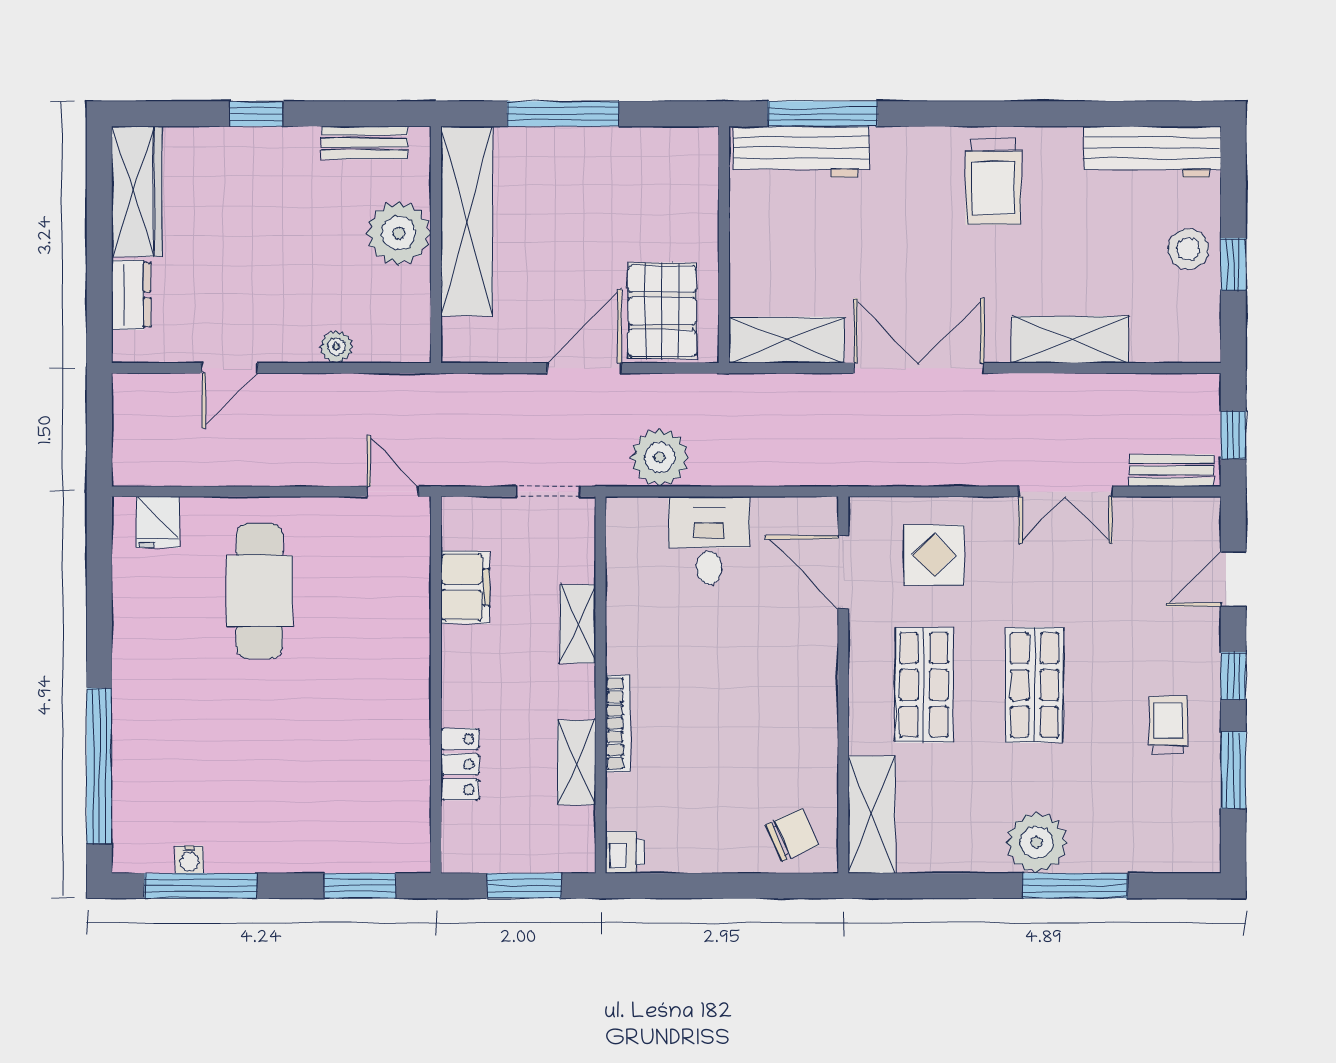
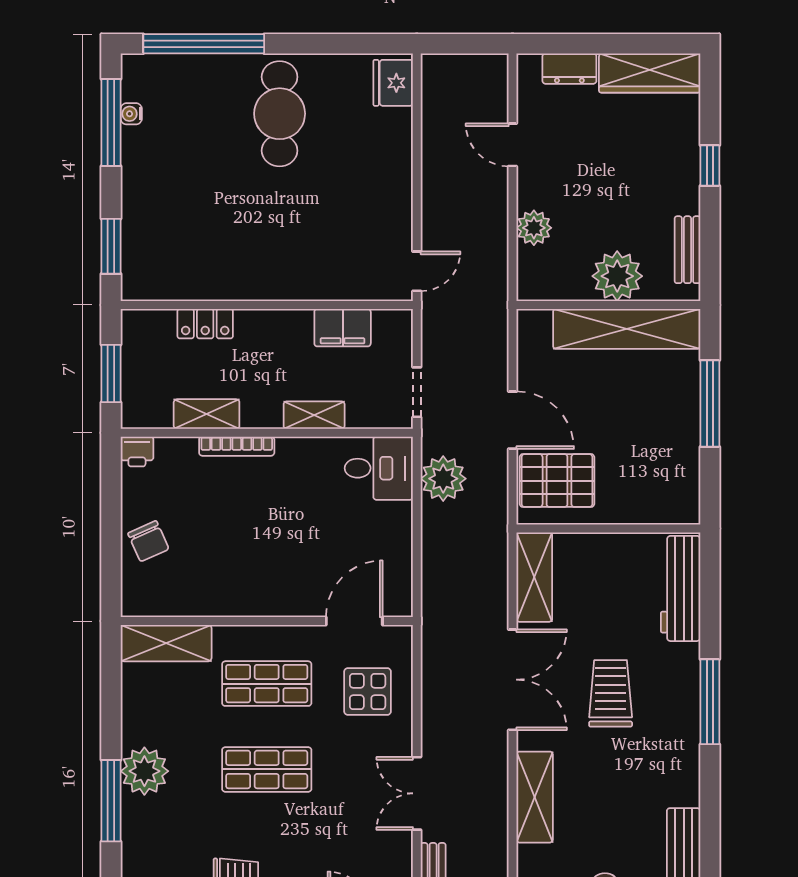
window: (822, 114) -> (710, 702), moved
trolley: (993, 182) -> (611, 693), moved, turned 90
plant: (336, 347) -> (534, 228), width x1.38, depth x1.38
fridge: (158, 522) -> (393, 83), width x1.38
desk: (709, 541) -> (379, 468), moved
cafe table: (259, 591) -> (280, 114), moved, turned 90
chair: (792, 835) -> (148, 541), moved

